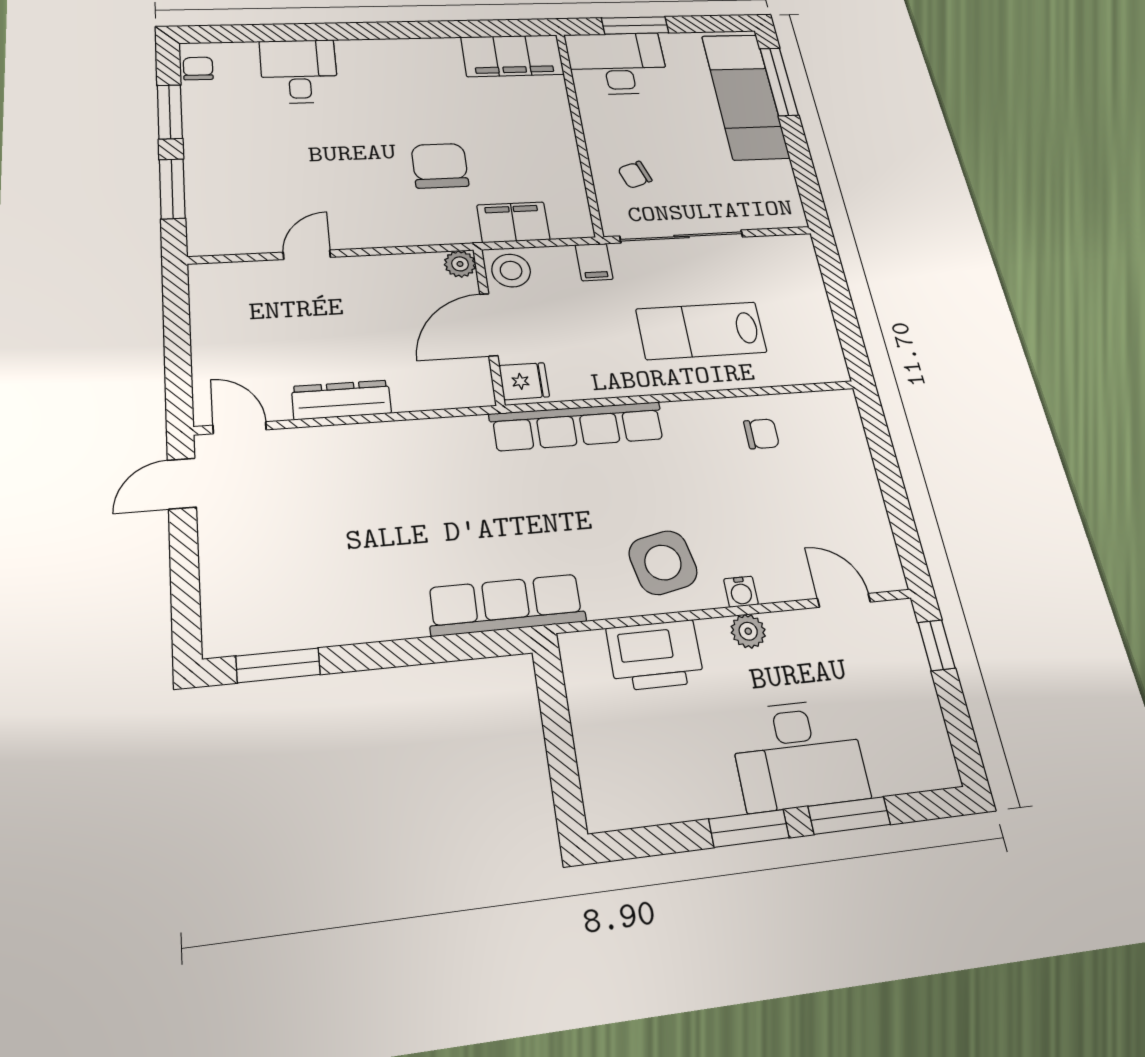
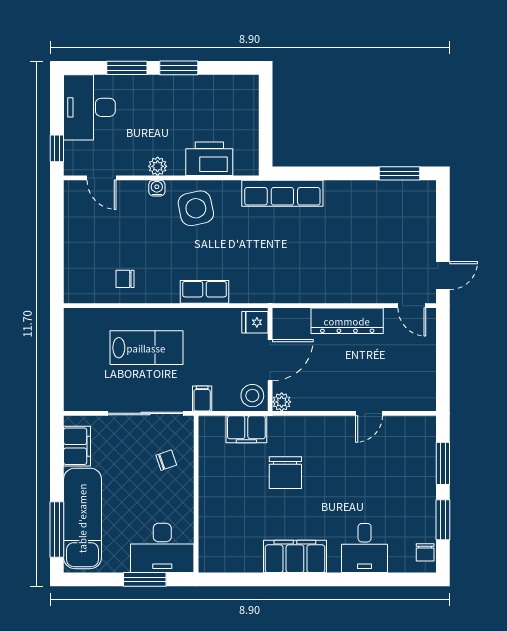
filing cabinet: (512, 56) -> (295, 556), moved
filing cabinet: (778, 187) -> (77, 446), added
dresser: (341, 400) -> (347, 321), width x1.37, depth x1.24
row of seats: (578, 426) -> (204, 292), width x0.50
desk: (798, 754) -> (89, 107), moved, turned -90

